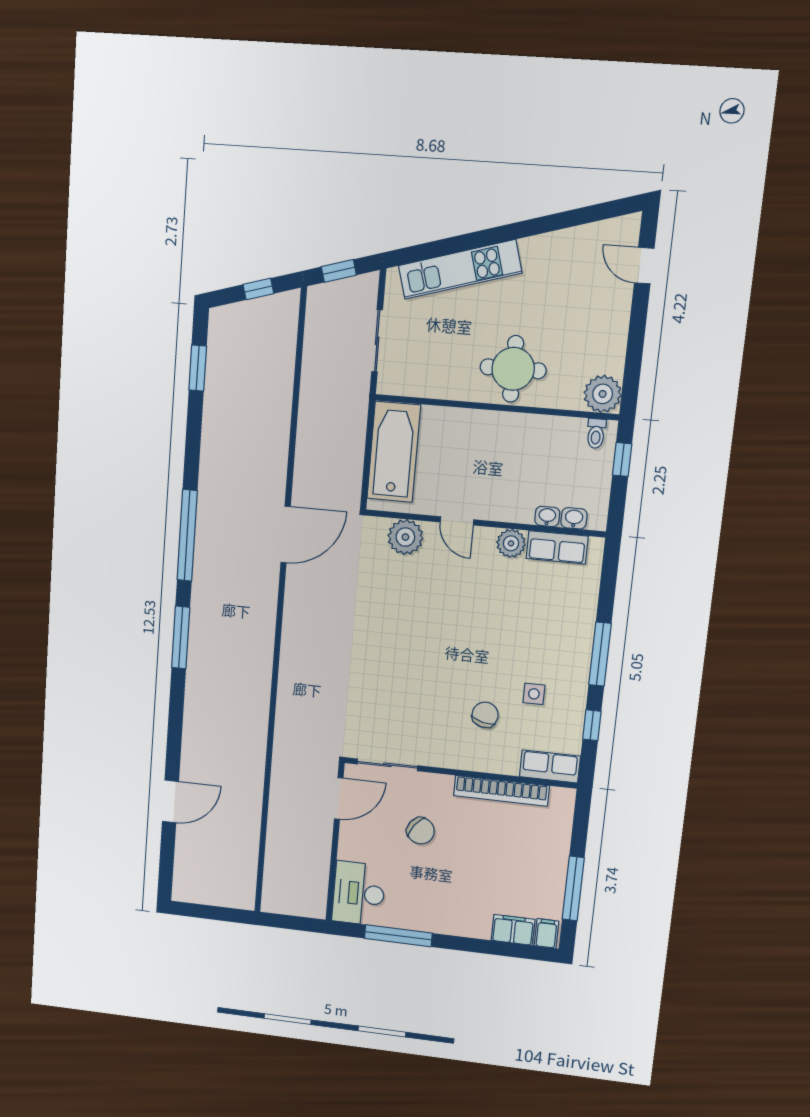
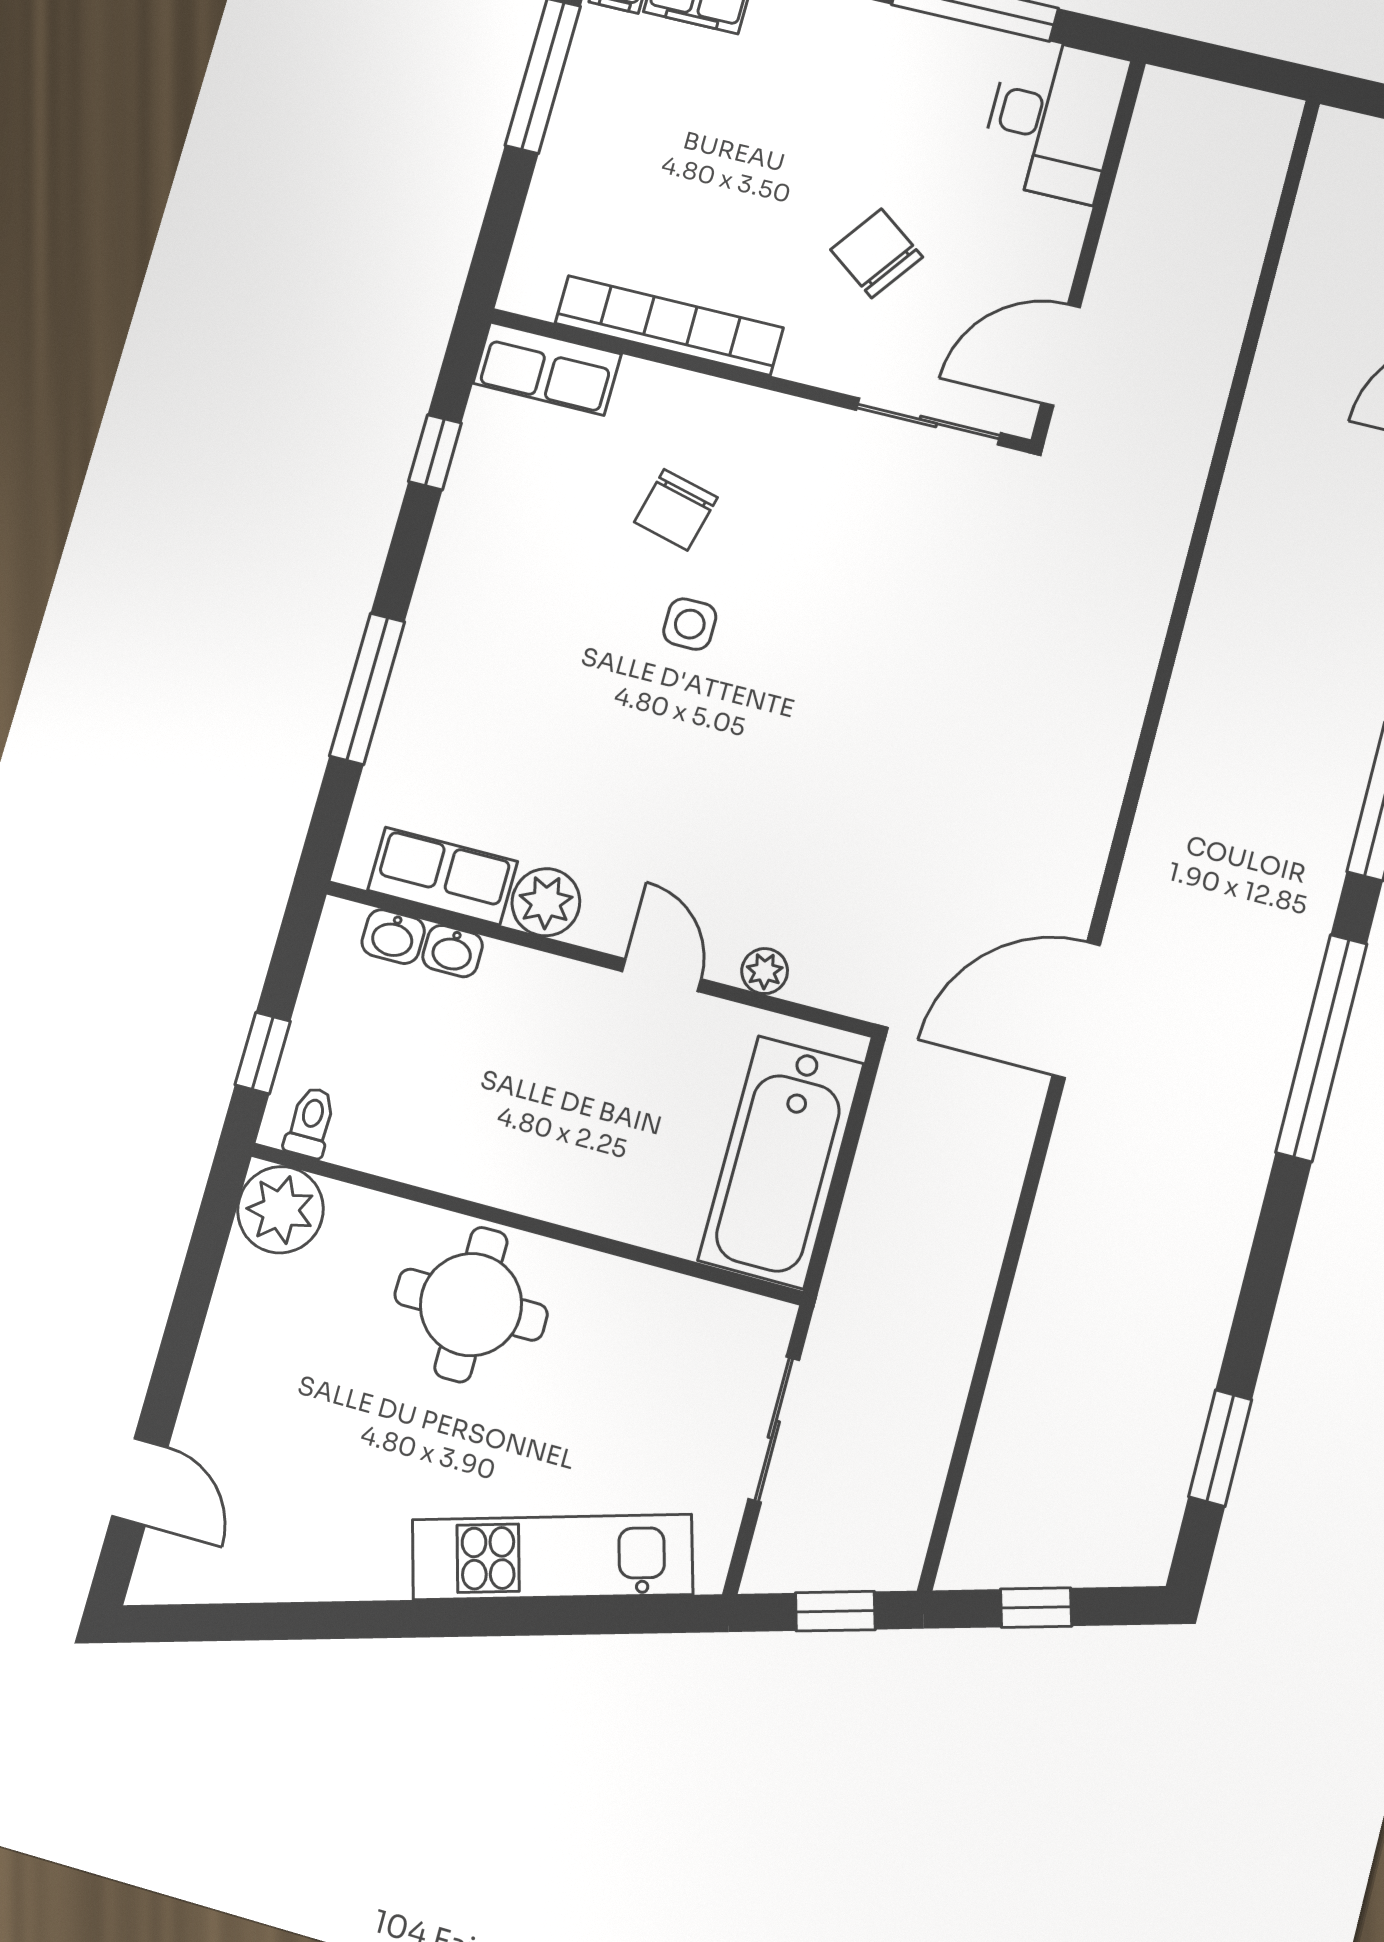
plant: (405, 537) -> (765, 971), width x0.53, depth x0.53
window: (600, 654) -> (367, 689), moved
side table: (534, 694) -> (690, 624), moved

